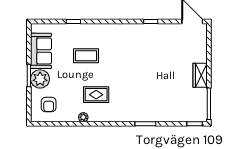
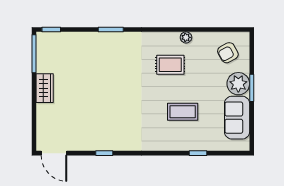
armchair: (49, 105) -> (228, 53), turned -119

